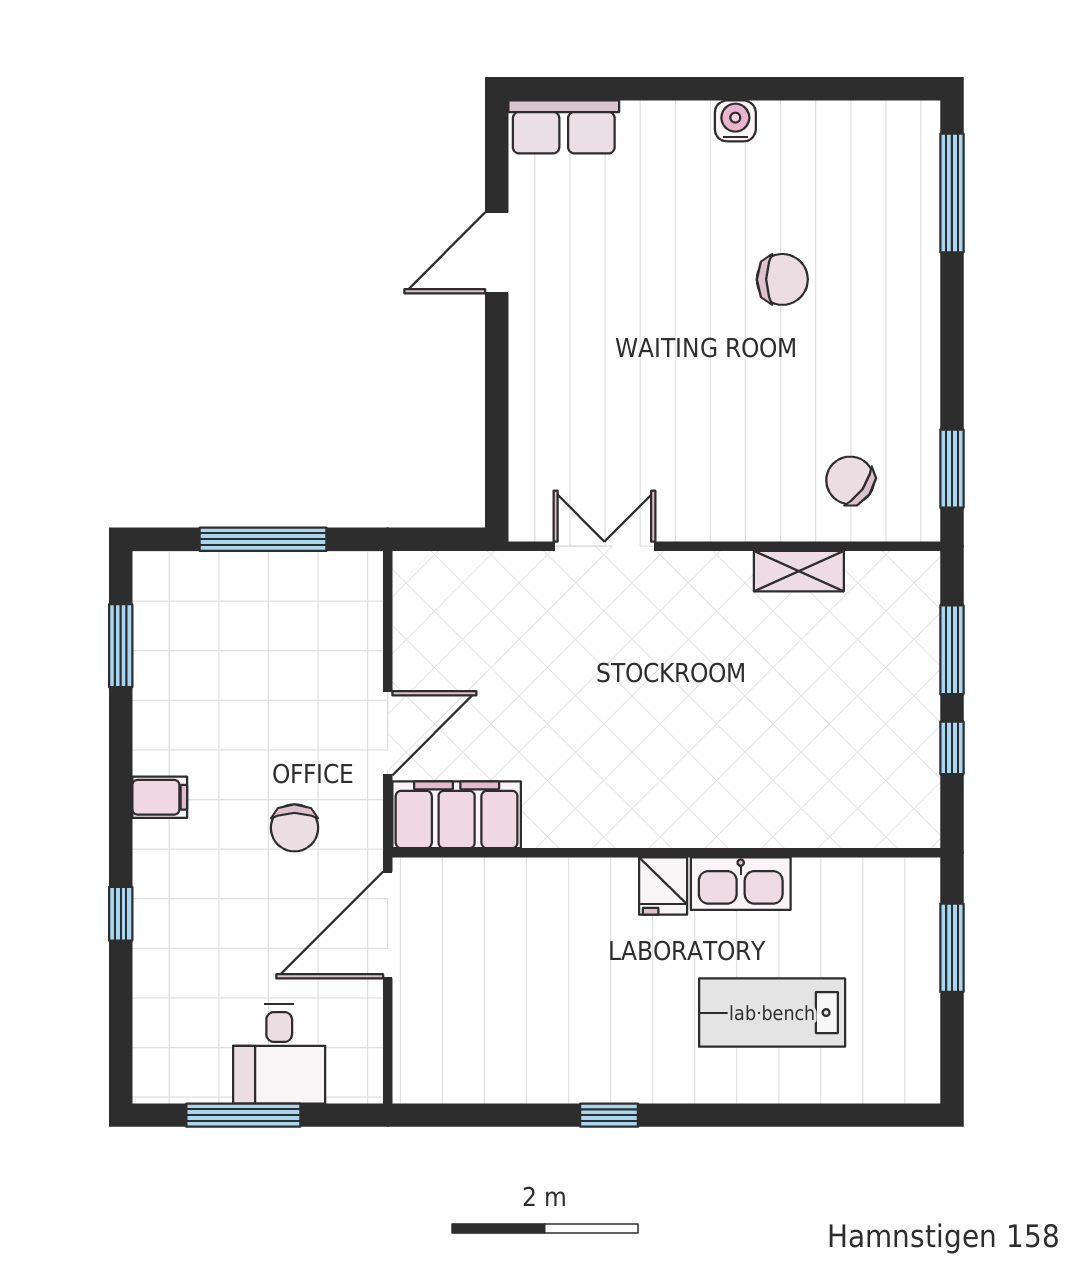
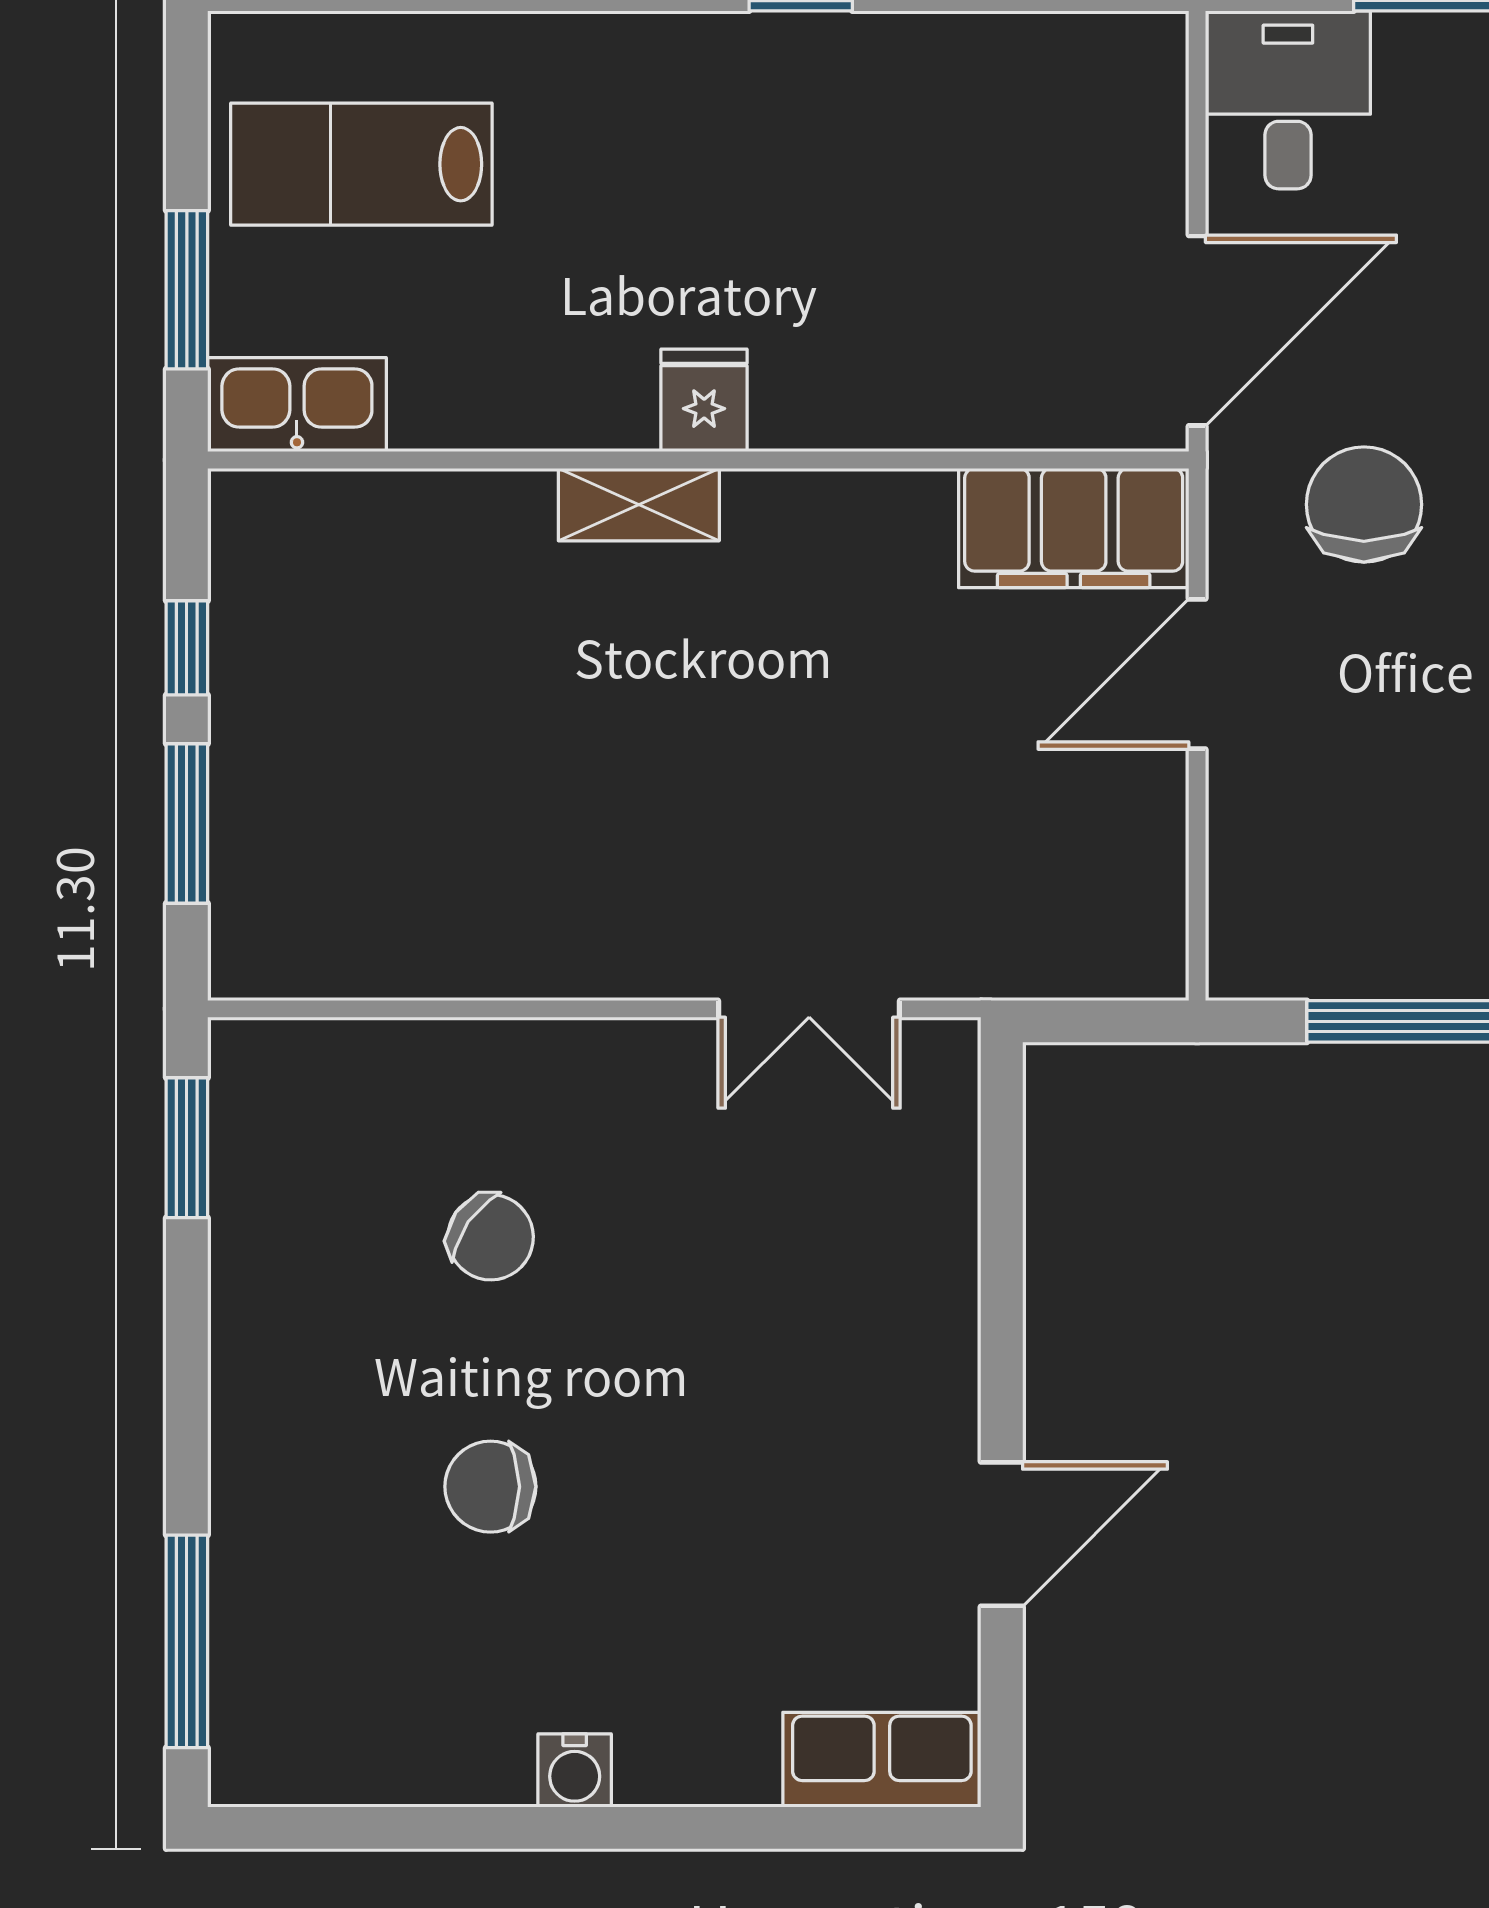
chair: (850, 480) -> (491, 1237), moved
shelving: (799, 571) -> (639, 505), moved
chair: (294, 828) -> (1364, 504), width x1.37, depth x1.37
kitchen sink: (741, 884) -> (297, 405), moved
lab bench: (772, 1013) -> (361, 164), moved, turned 180
desk: (279, 1054) -> (1288, 100), moved

